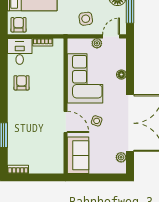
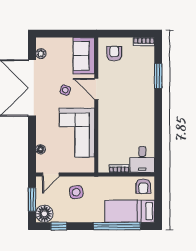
plant: (97, 43) -> (65, 168), removed
floor lamp: (121, 75) -> (41, 149), moved
armchair: (22, 83) -> (114, 54), moved, turned 180

